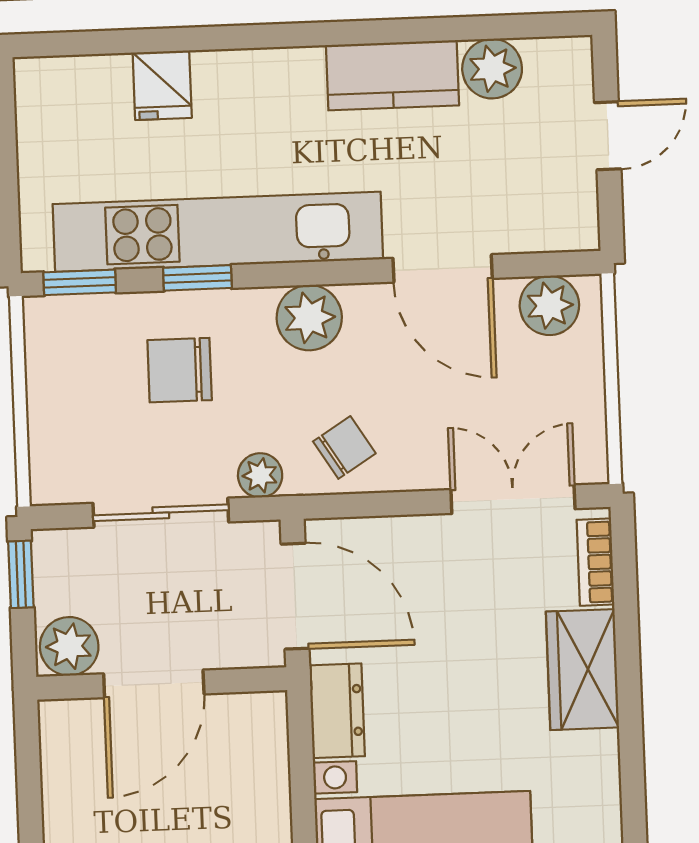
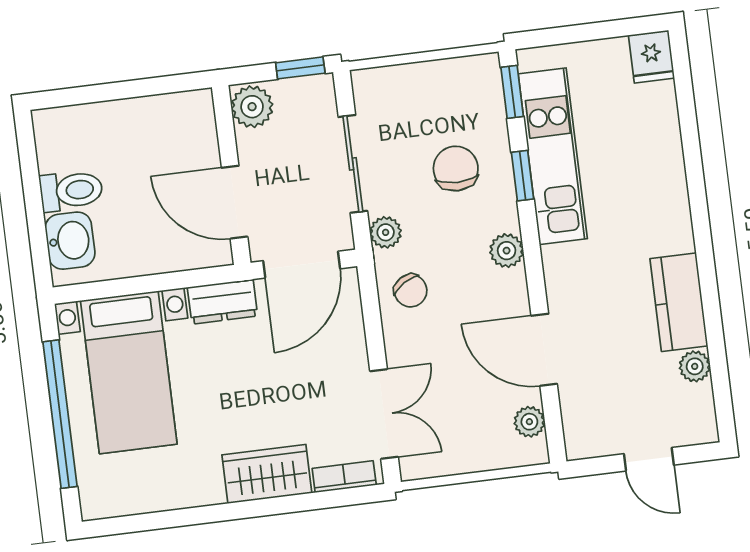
plant: (492, 69) -> (695, 366), width x0.73, depth x0.73
fridge: (162, 85) -> (651, 57), moved, turned -90
kitchen unit: (218, 232) -> (553, 156), width x0.73
door: (443, 268) -> (544, 350), hinge flipped
plant: (549, 305) -> (529, 422), width x0.73, depth x0.73
plant: (309, 318) -> (507, 251), width x0.73, depth x0.73
door: (154, 684) -> (235, 202), moved

